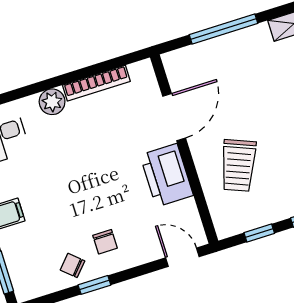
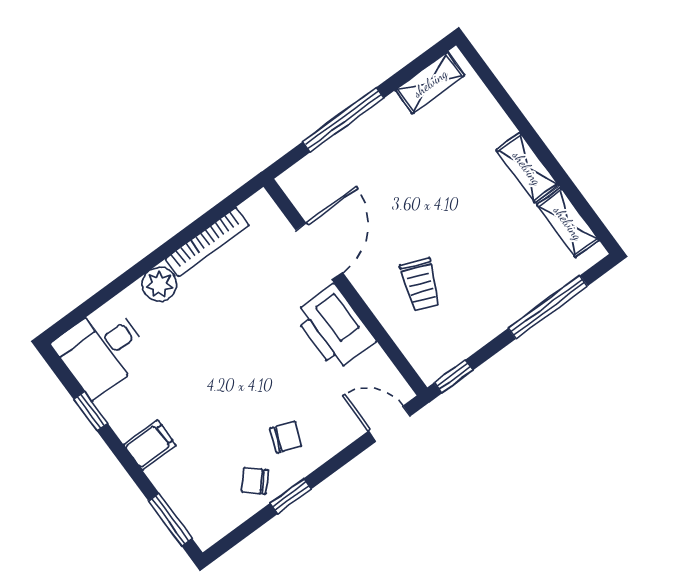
trolley: (238, 165) -> (420, 285), width x0.73, depth x0.72
window: (259, 233) -> (453, 377), moved
chair: (105, 242) -> (286, 437), turned -69

